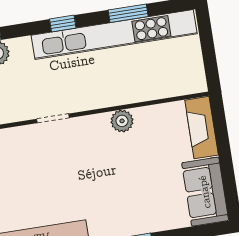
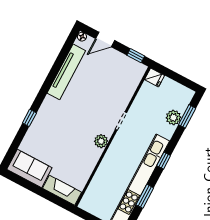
plant: (122, 121) -> (101, 141), moved

